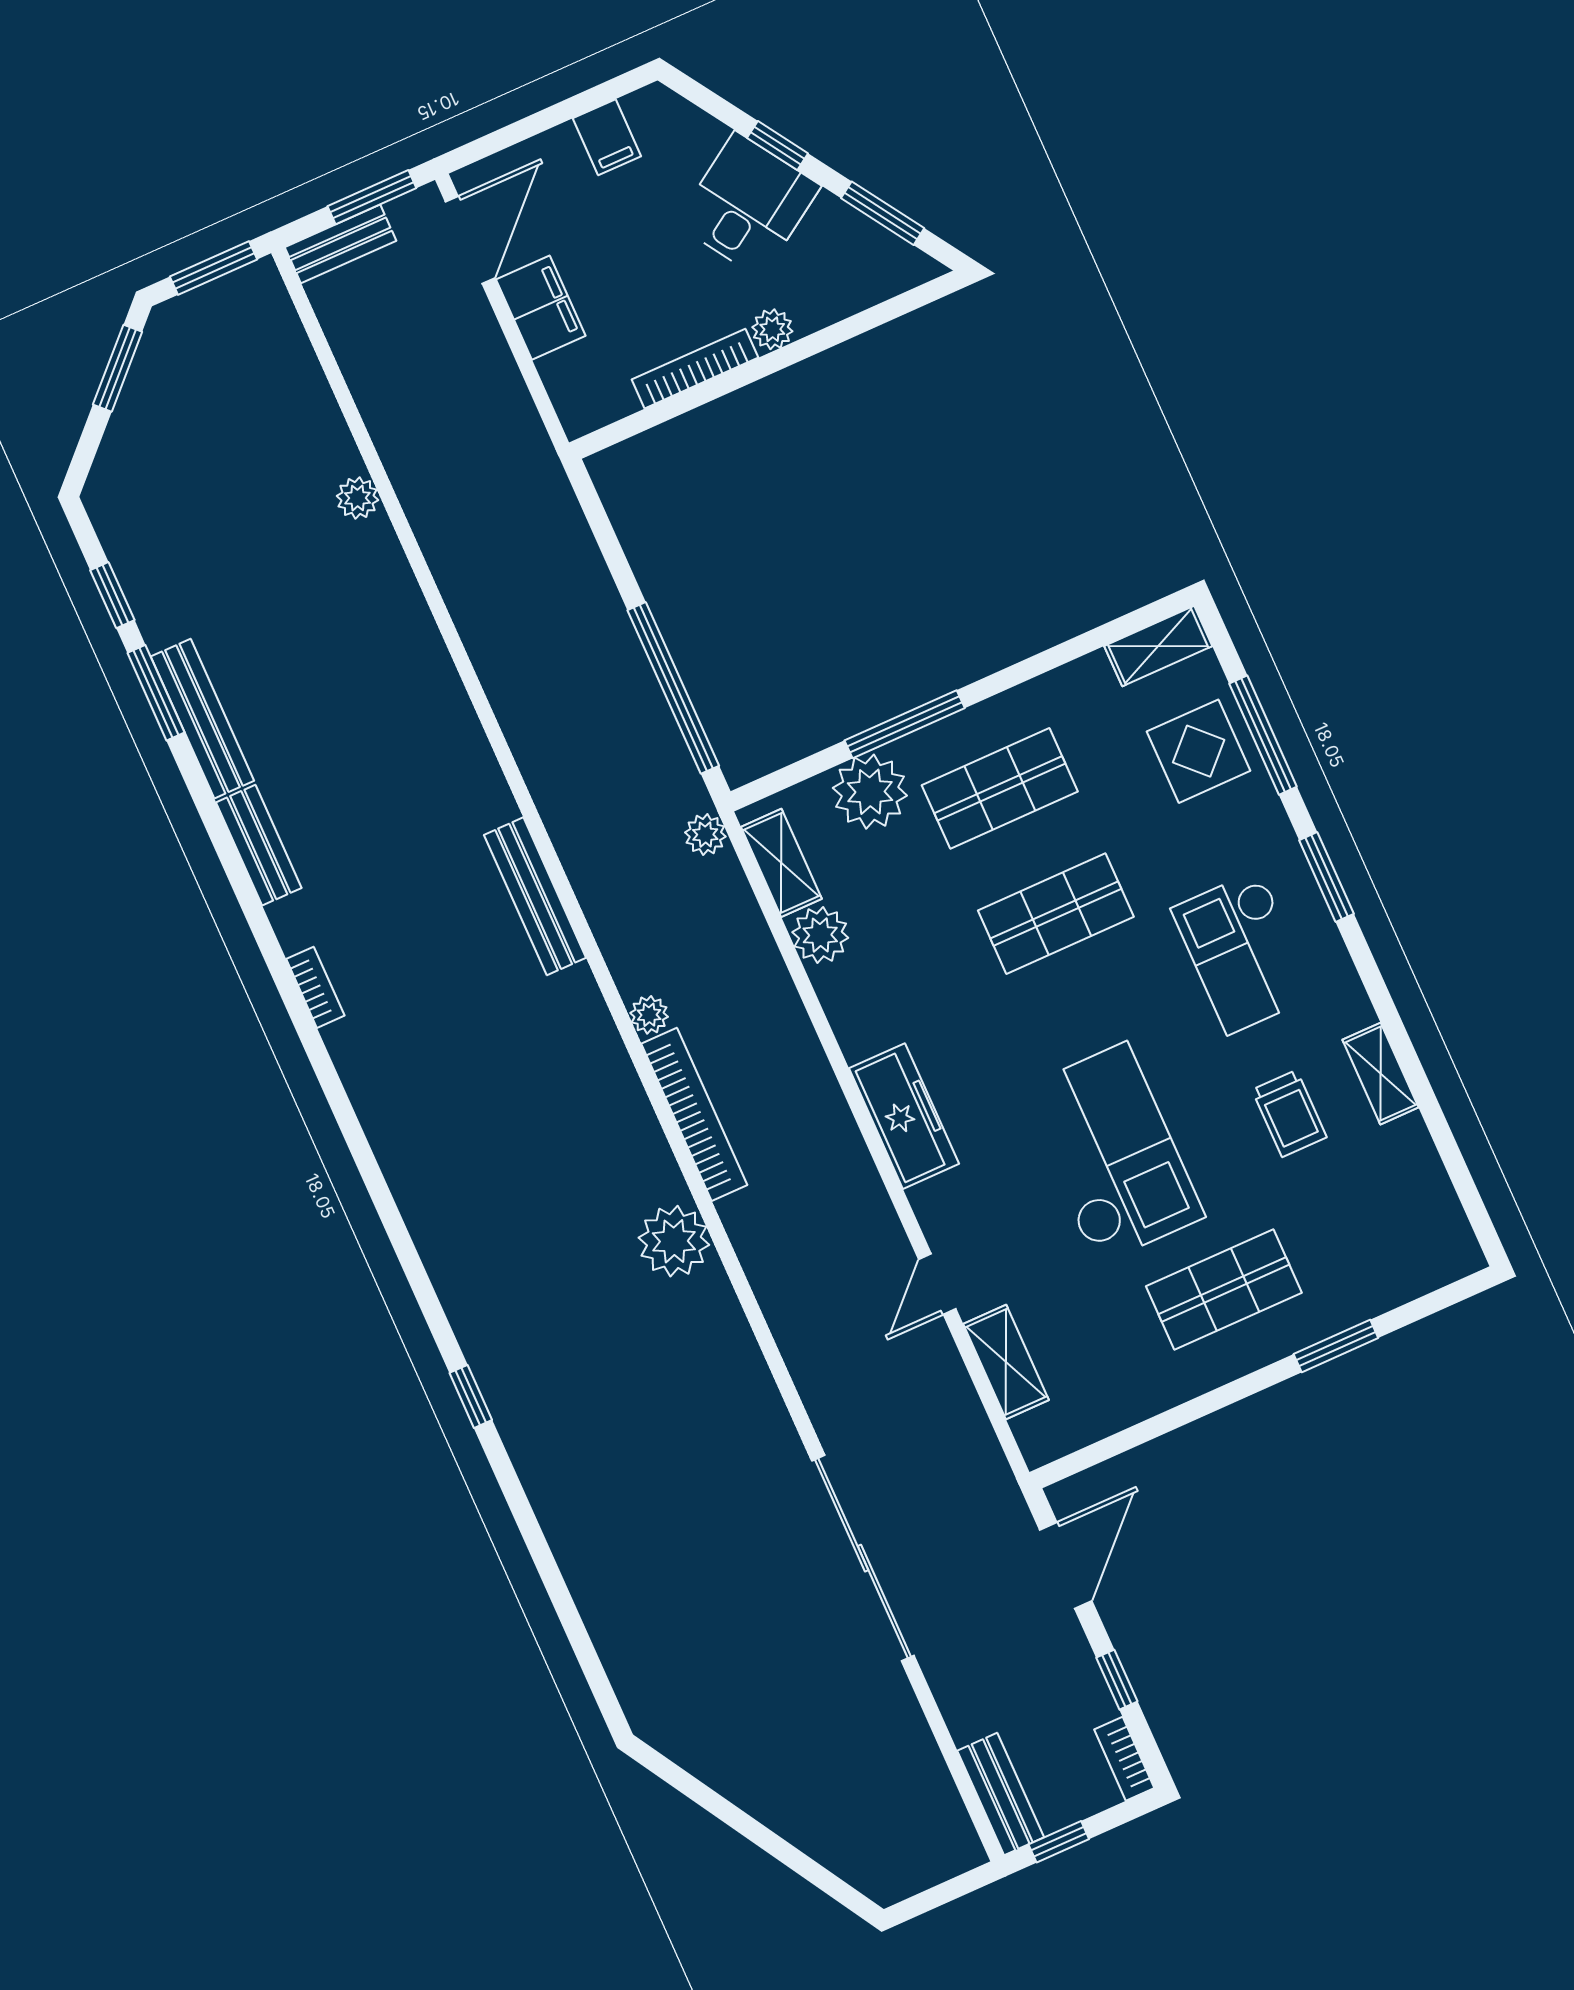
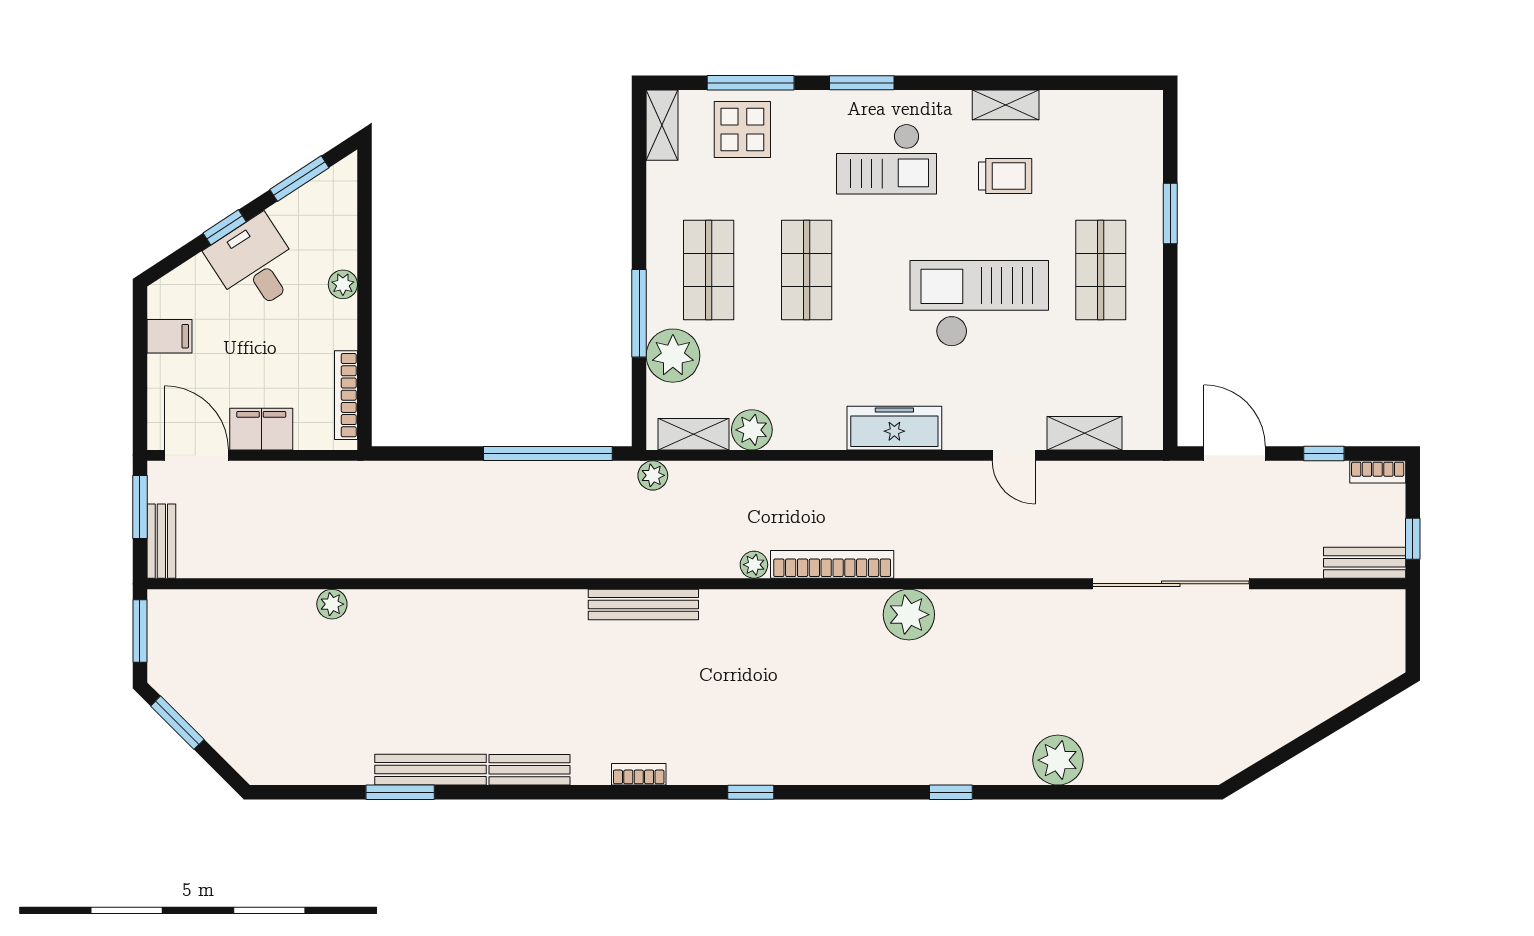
bookcase: (695, 369) -> (346, 395), moved
window: (112, 595) -> (751, 792), moved
plant: (573, 1515) -> (1058, 760), added

